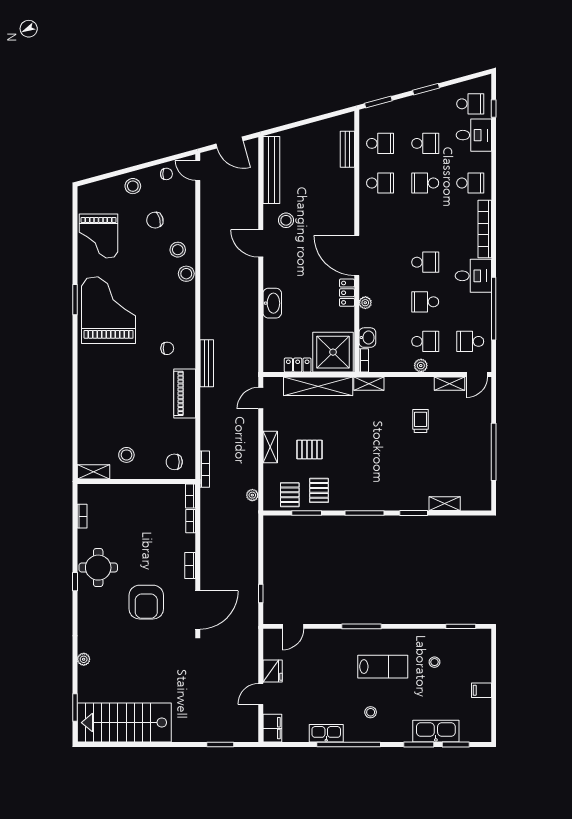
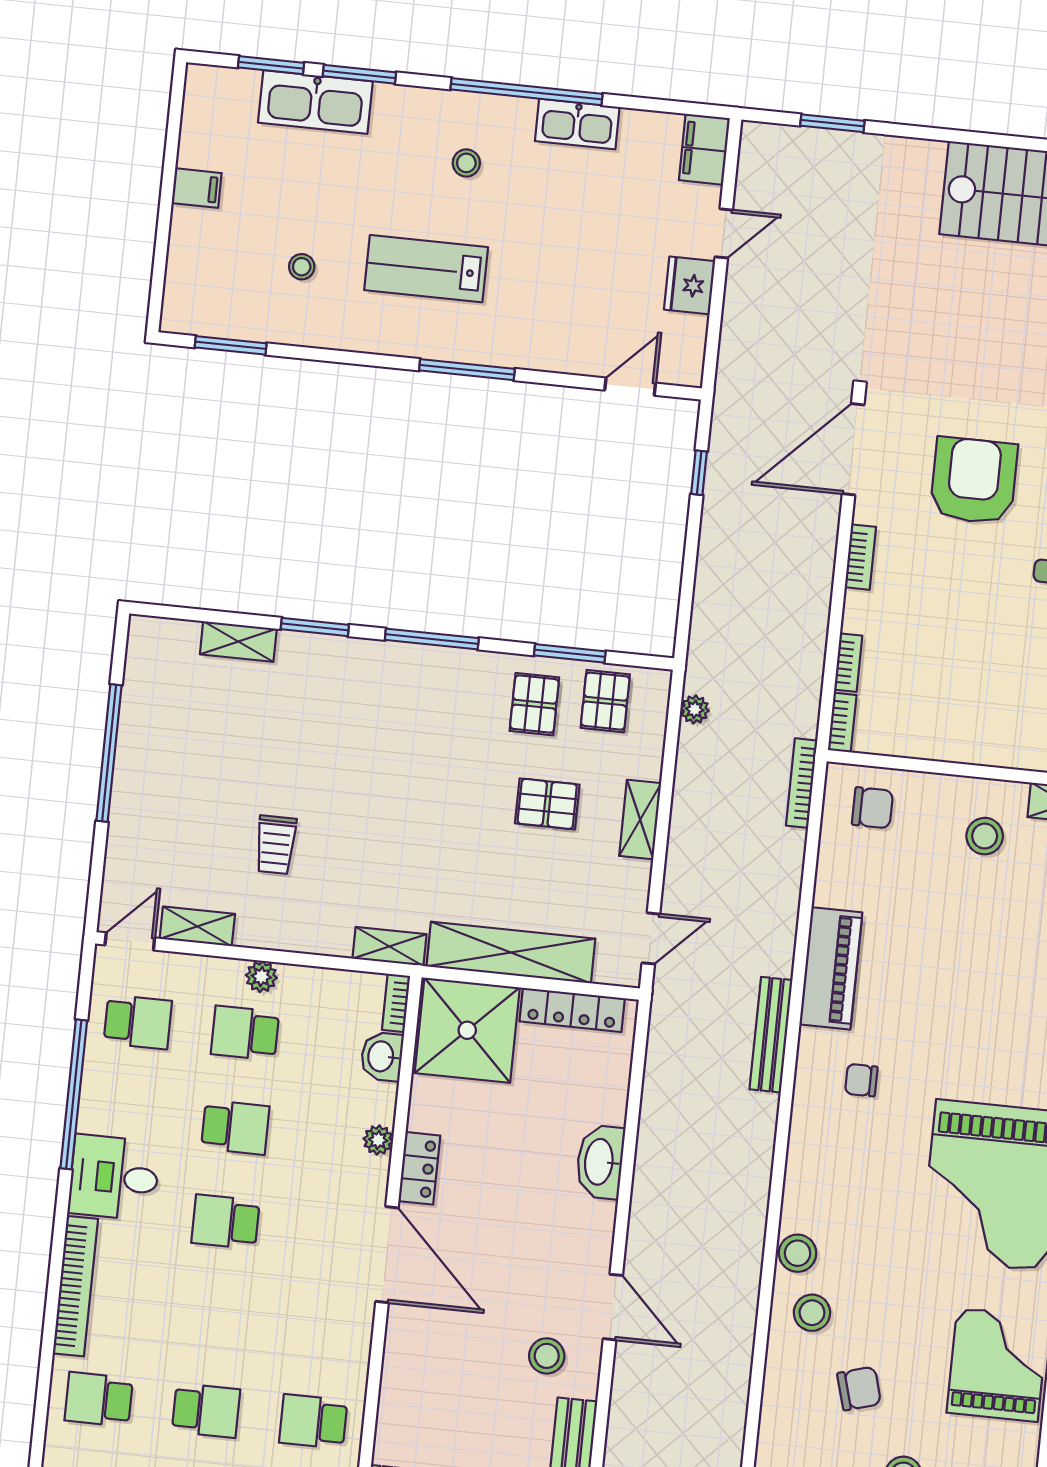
locker: (298, 365) -> (572, 1010), width x1.53

